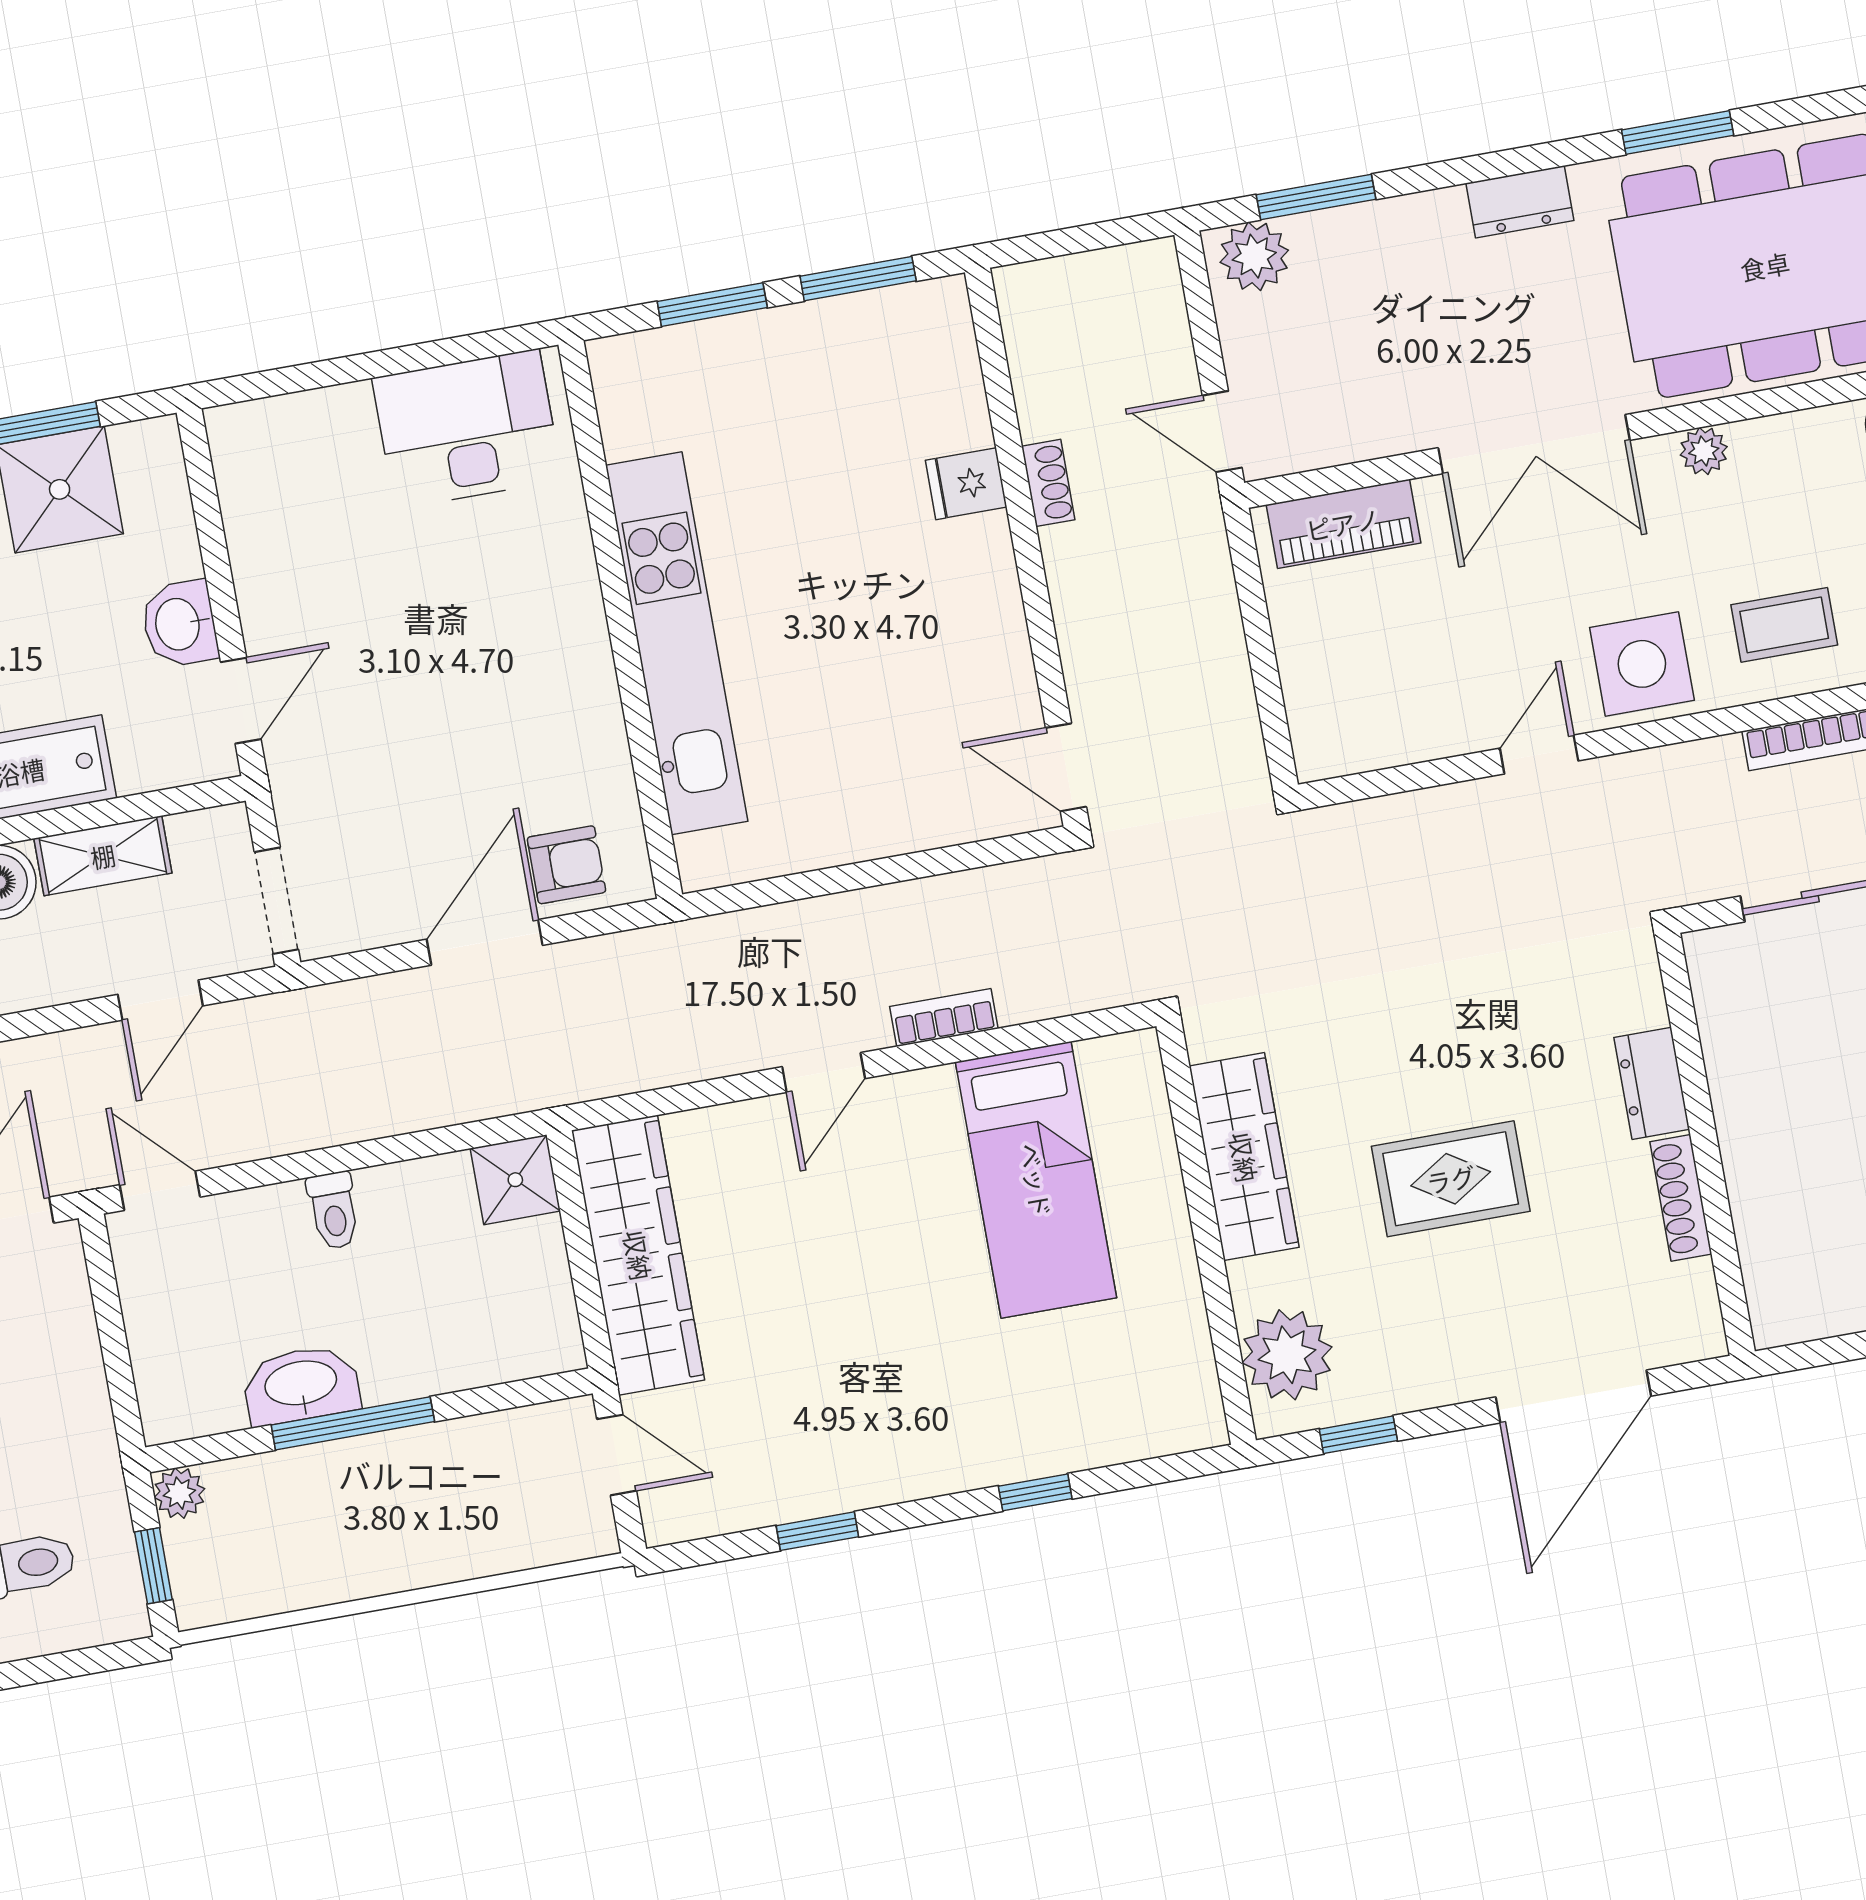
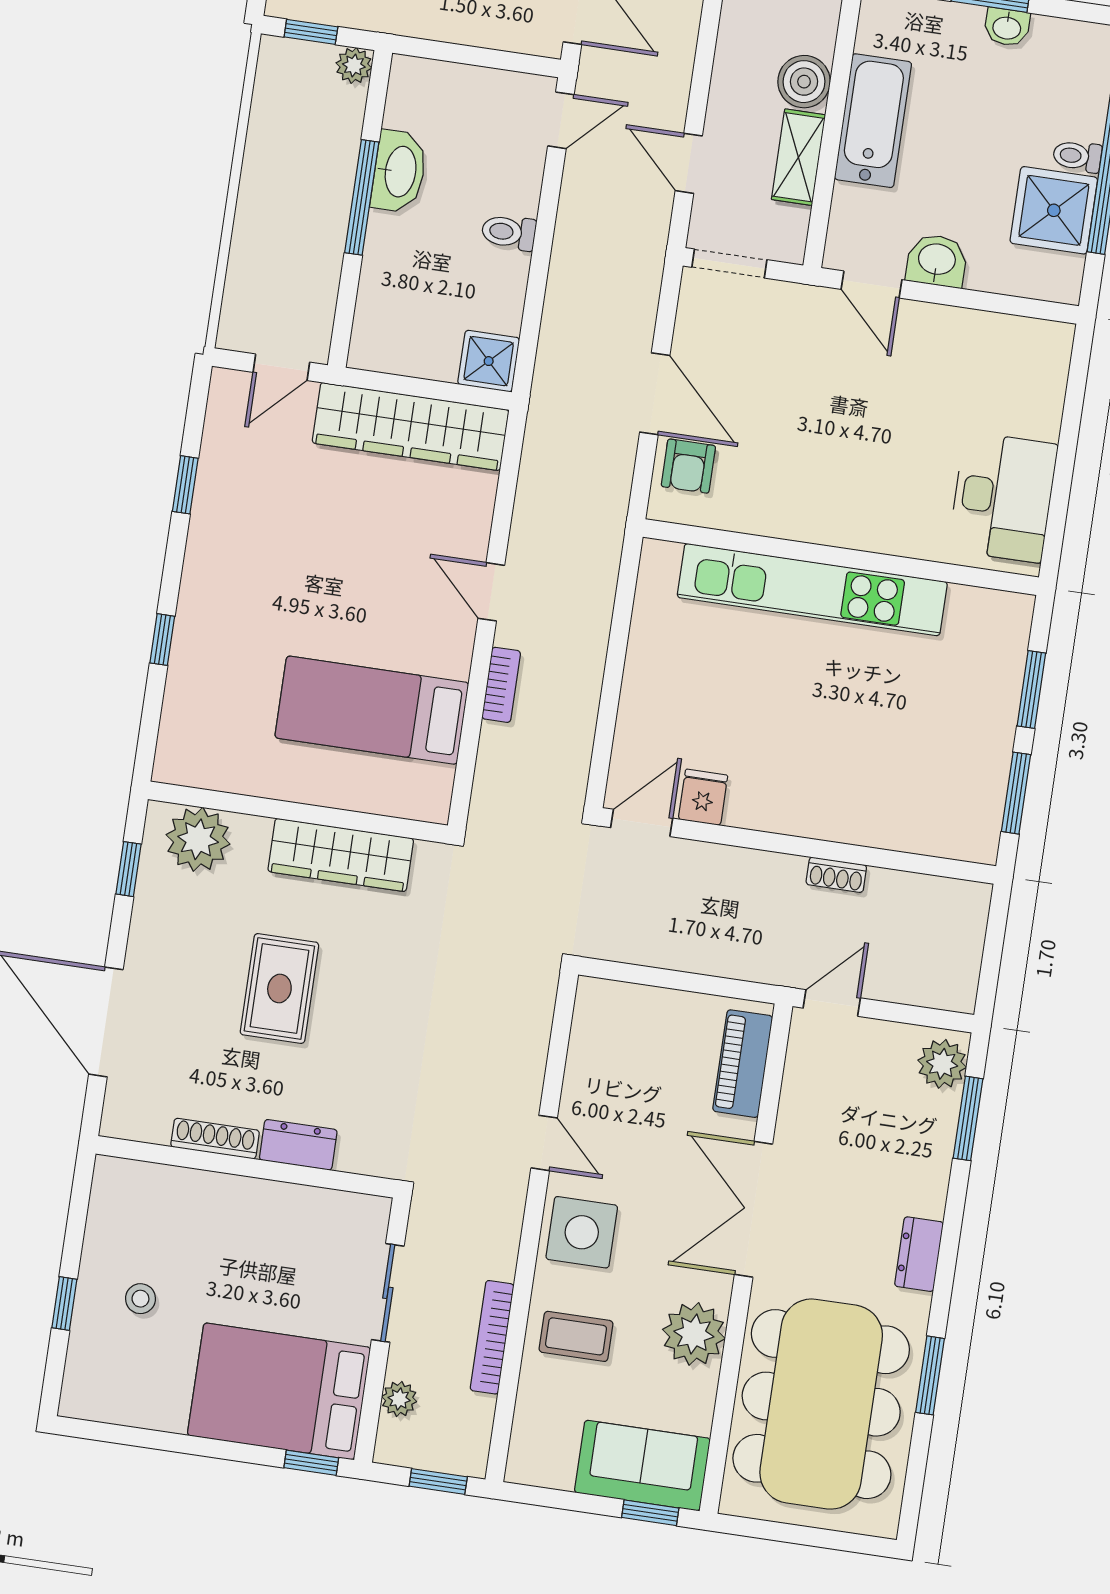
plant: (1704, 451) -> (694, 1334), width x1.88, depth x1.88
fridge: (966, 484) -> (703, 797), moved
coffee table: (1784, 625) -> (576, 1336), turned 90

